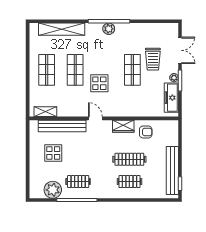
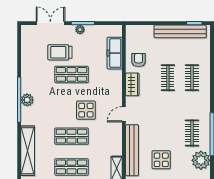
trolley: (153, 59) -> (60, 52), turned 180
freezer: (171, 98) -> (115, 53), moved, turned 90
clothes rail: (129, 159) -> (168, 78), width x0.73

